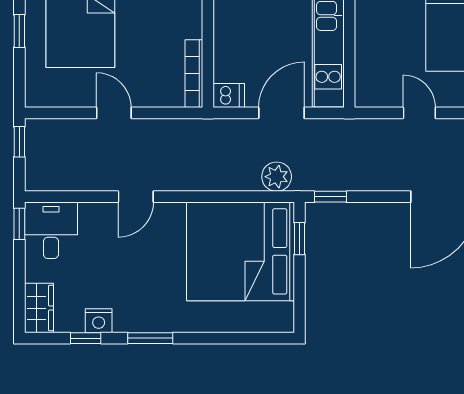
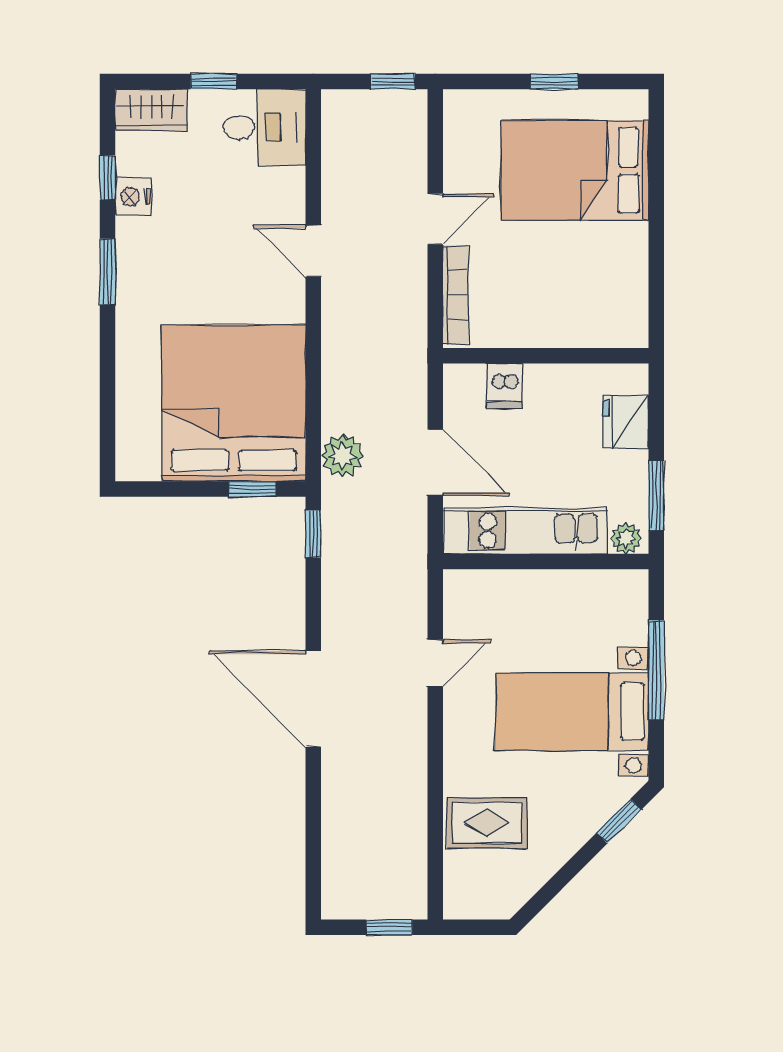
bookcase: (194, 74) -> (455, 295), moved, turned 90
dishwasher: (229, 96) -> (505, 386), moved
window: (19, 224) -> (214, 81), moved

